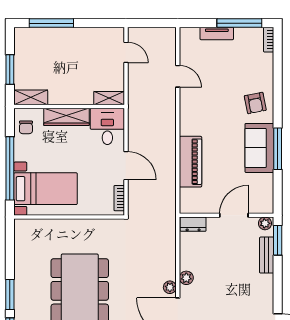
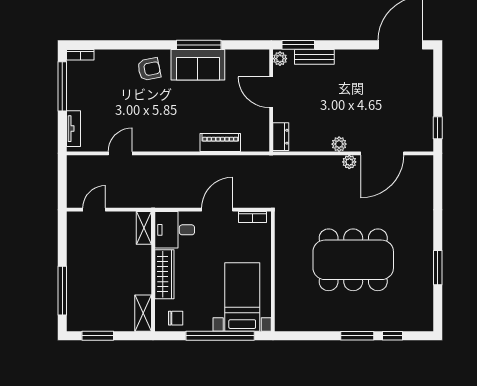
tv unit: (217, 33) -> (74, 129), moved
window: (10, 69) -> (98, 336), moved
piano: (190, 162) -> (220, 142), width x0.73, depth x0.75

